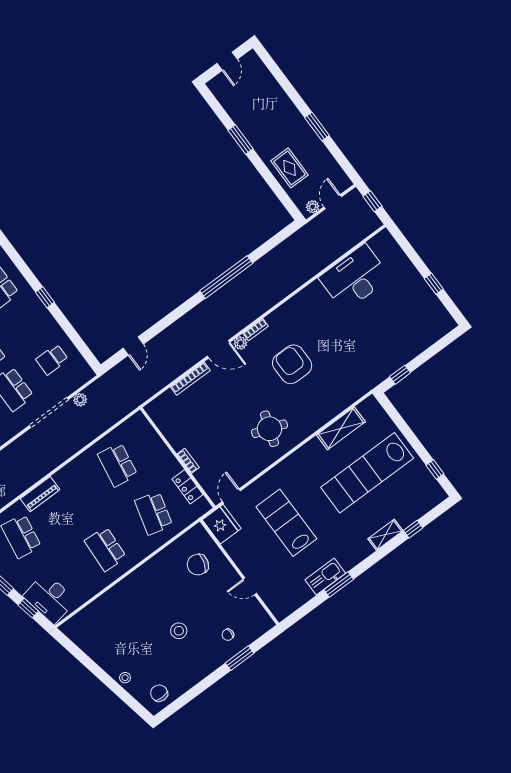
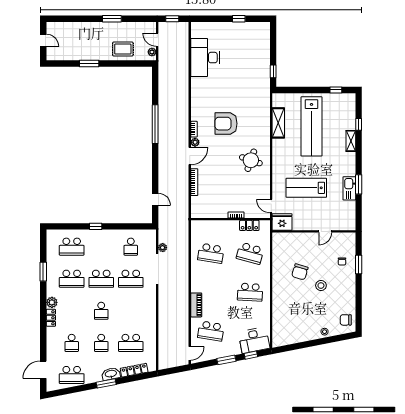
chair: (198, 565) -> (300, 272), moved

